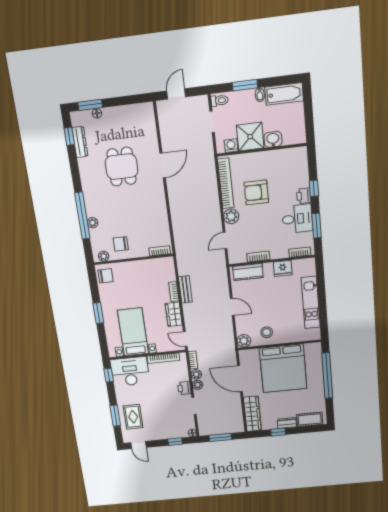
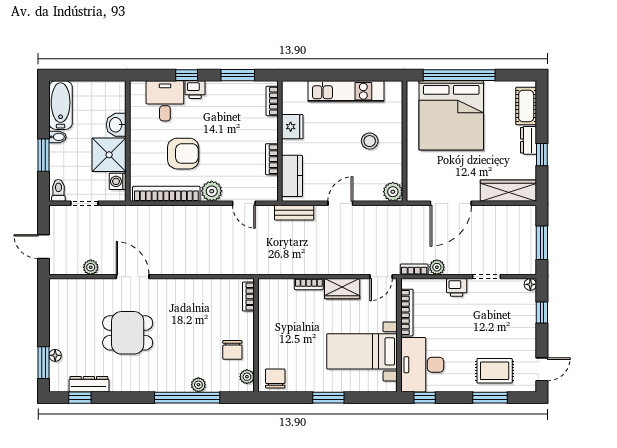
armchair: (256, 192) -> (183, 154), turned -90
desk: (297, 219) -> (165, 101), moved
bench: (185, 289) -> (294, 213), moved
stool: (267, 332) -> (370, 141), moved
bed: (283, 368) -> (451, 115), moved, turned 90
plant: (198, 385) -> (91, 267), moved

